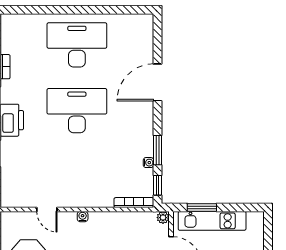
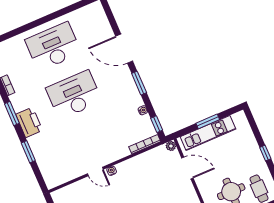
door: (158, 82) -> (124, 49), hinge flipped
window: (158, 150) -> (139, 83), moved
window: (202, 207) -> (208, 121), moved
door: (47, 209) -> (95, 172), moved

